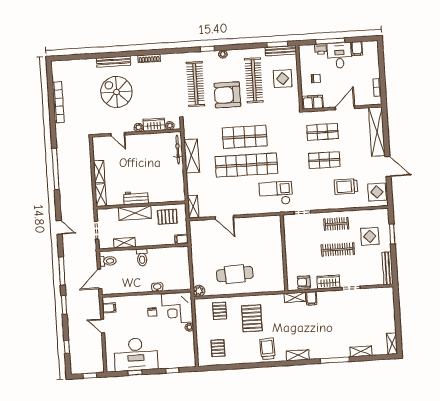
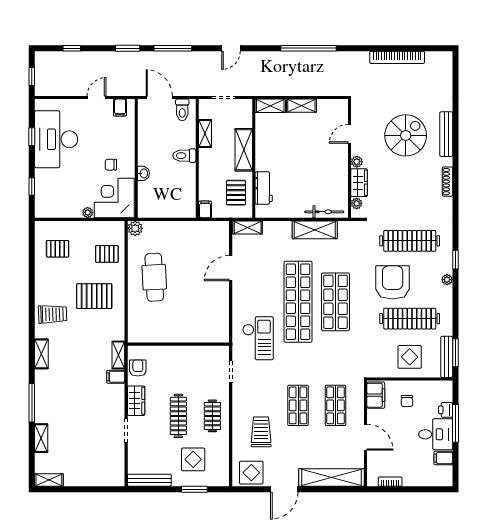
workbench: (136, 198) -> (264, 188), moved

